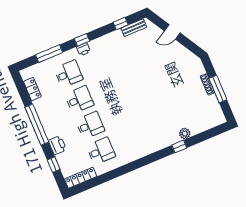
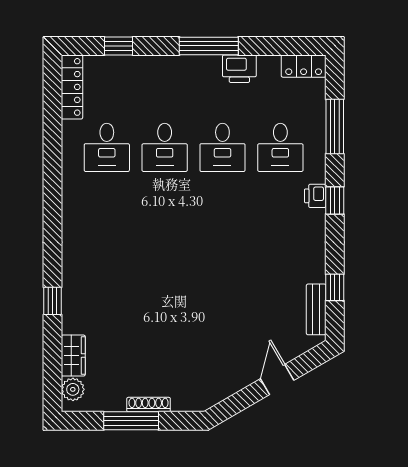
locker: (32, 89) -> (304, 66), moved
window: (37, 125) -> (209, 46), width x0.68
wardrobe: (200, 127) -> (73, 356), added
plant: (185, 133) -> (73, 389), moved
printer: (57, 145) -> (239, 69), moved

